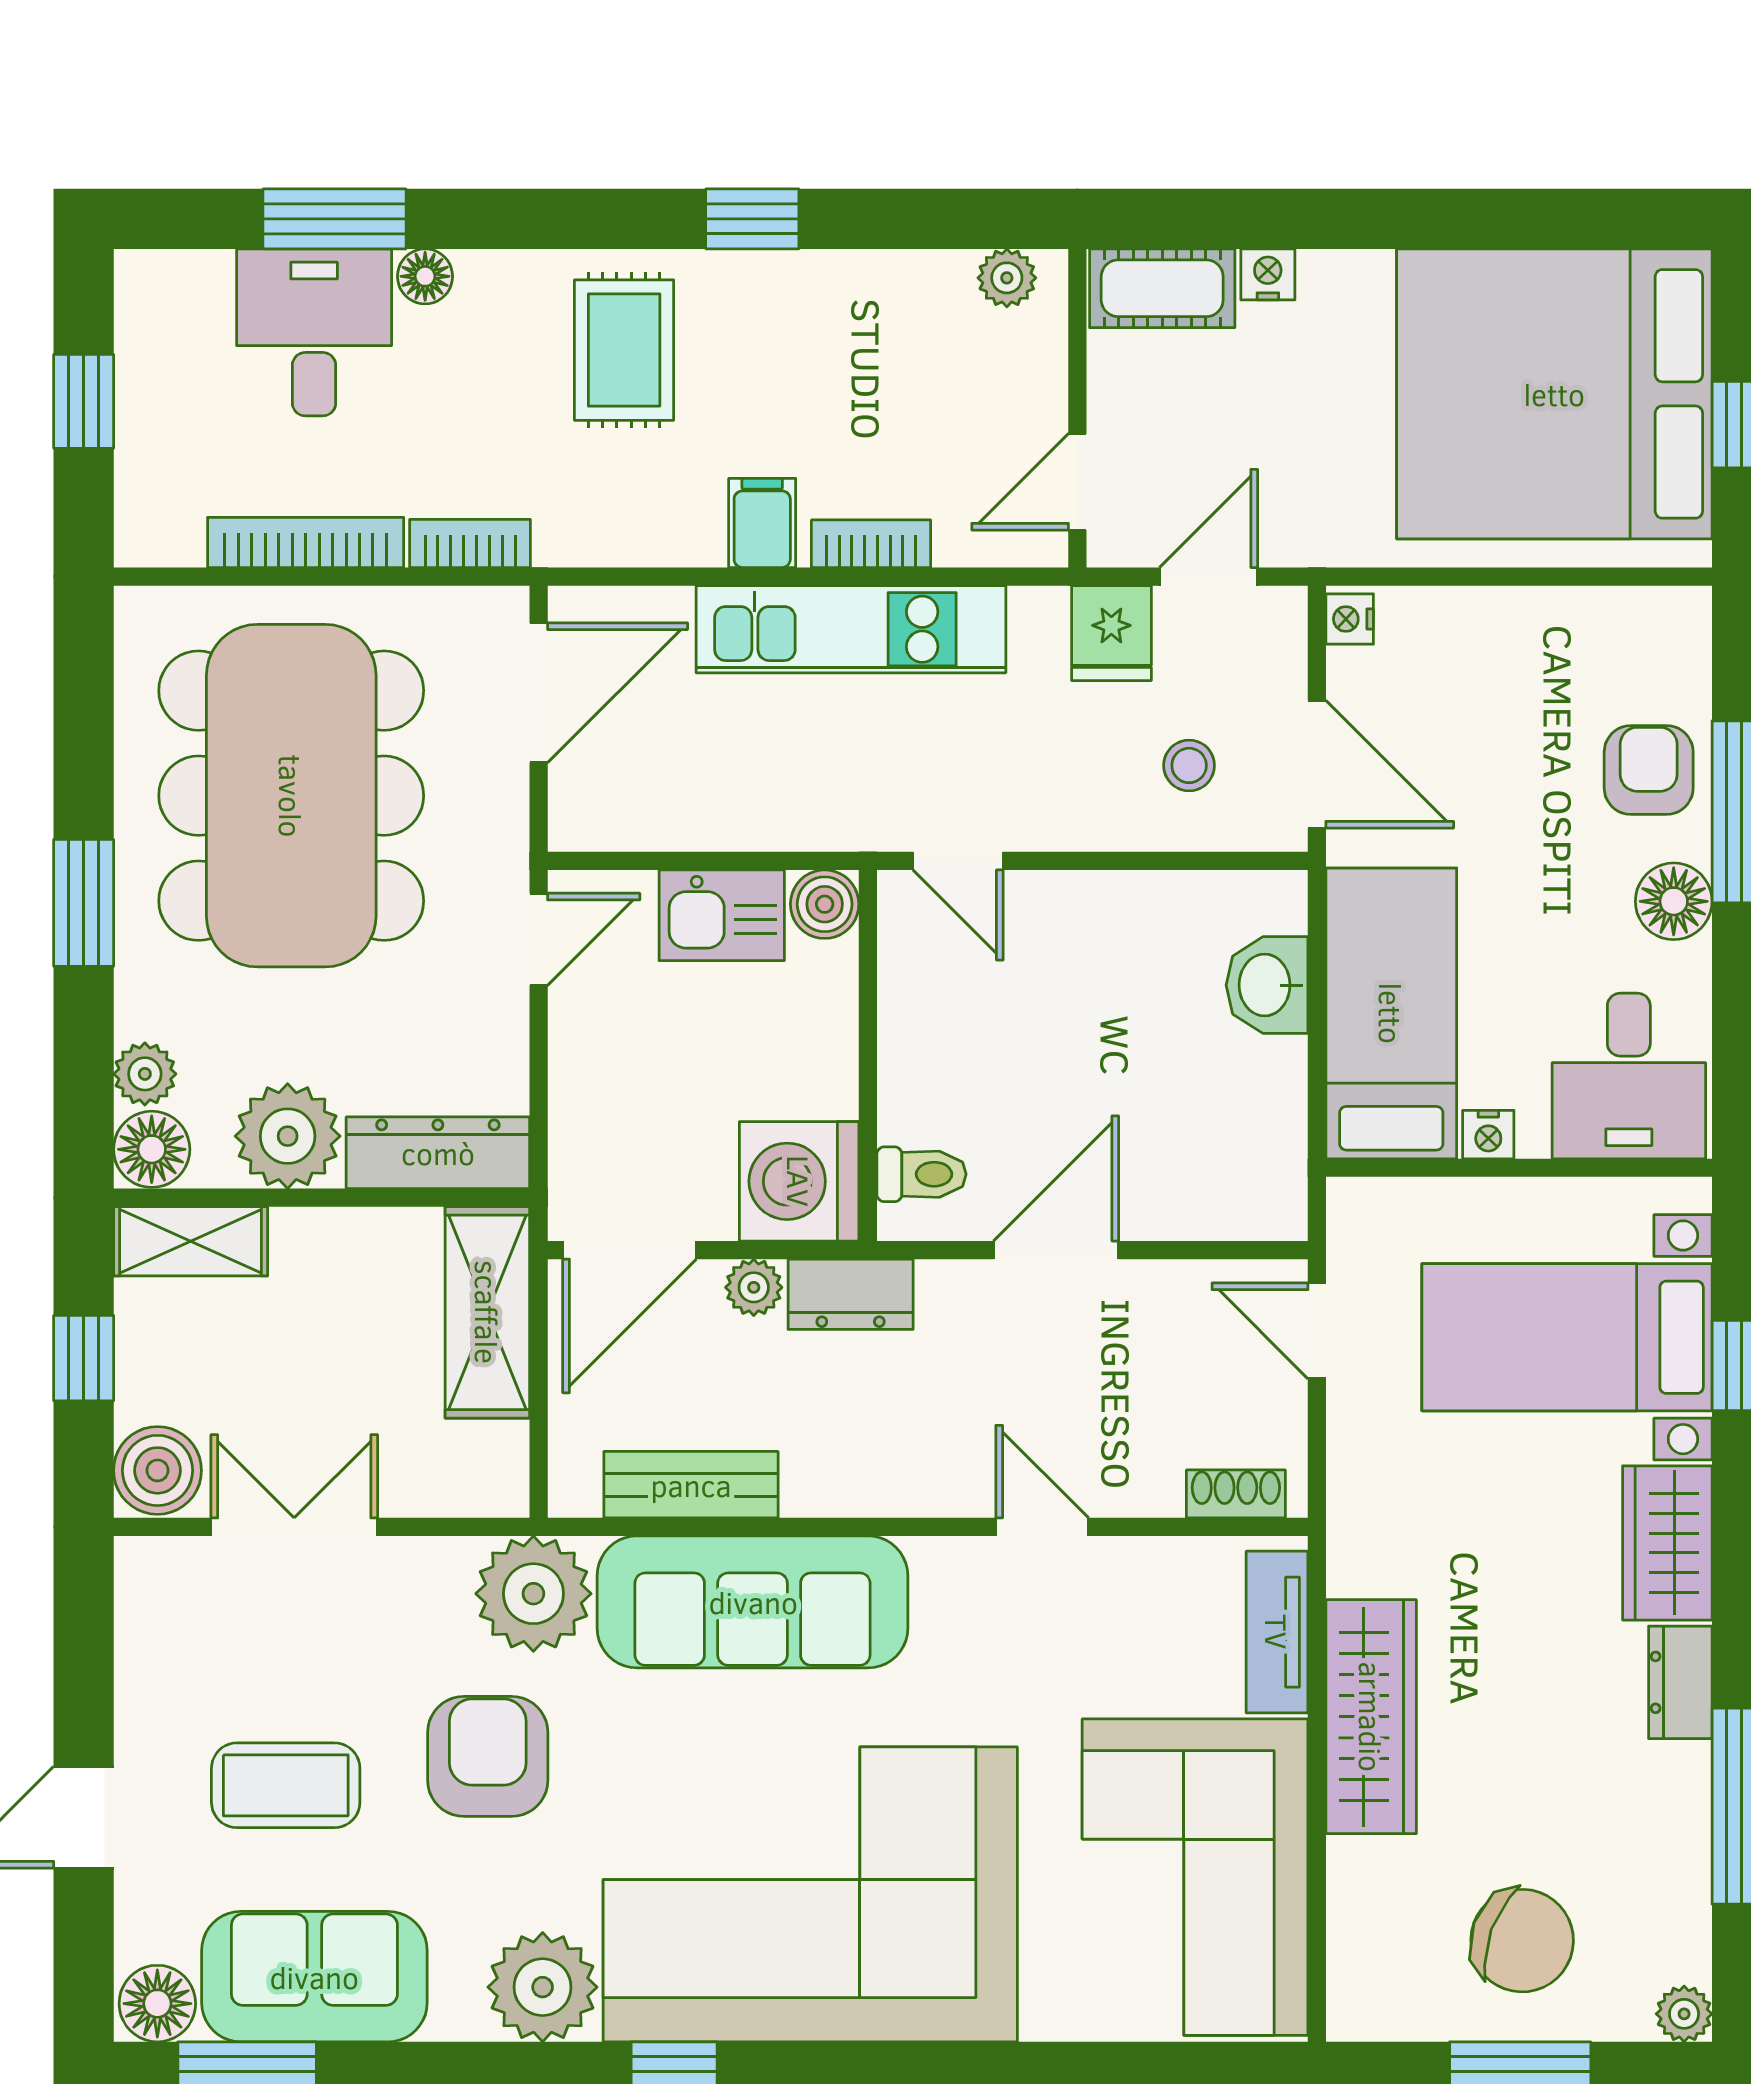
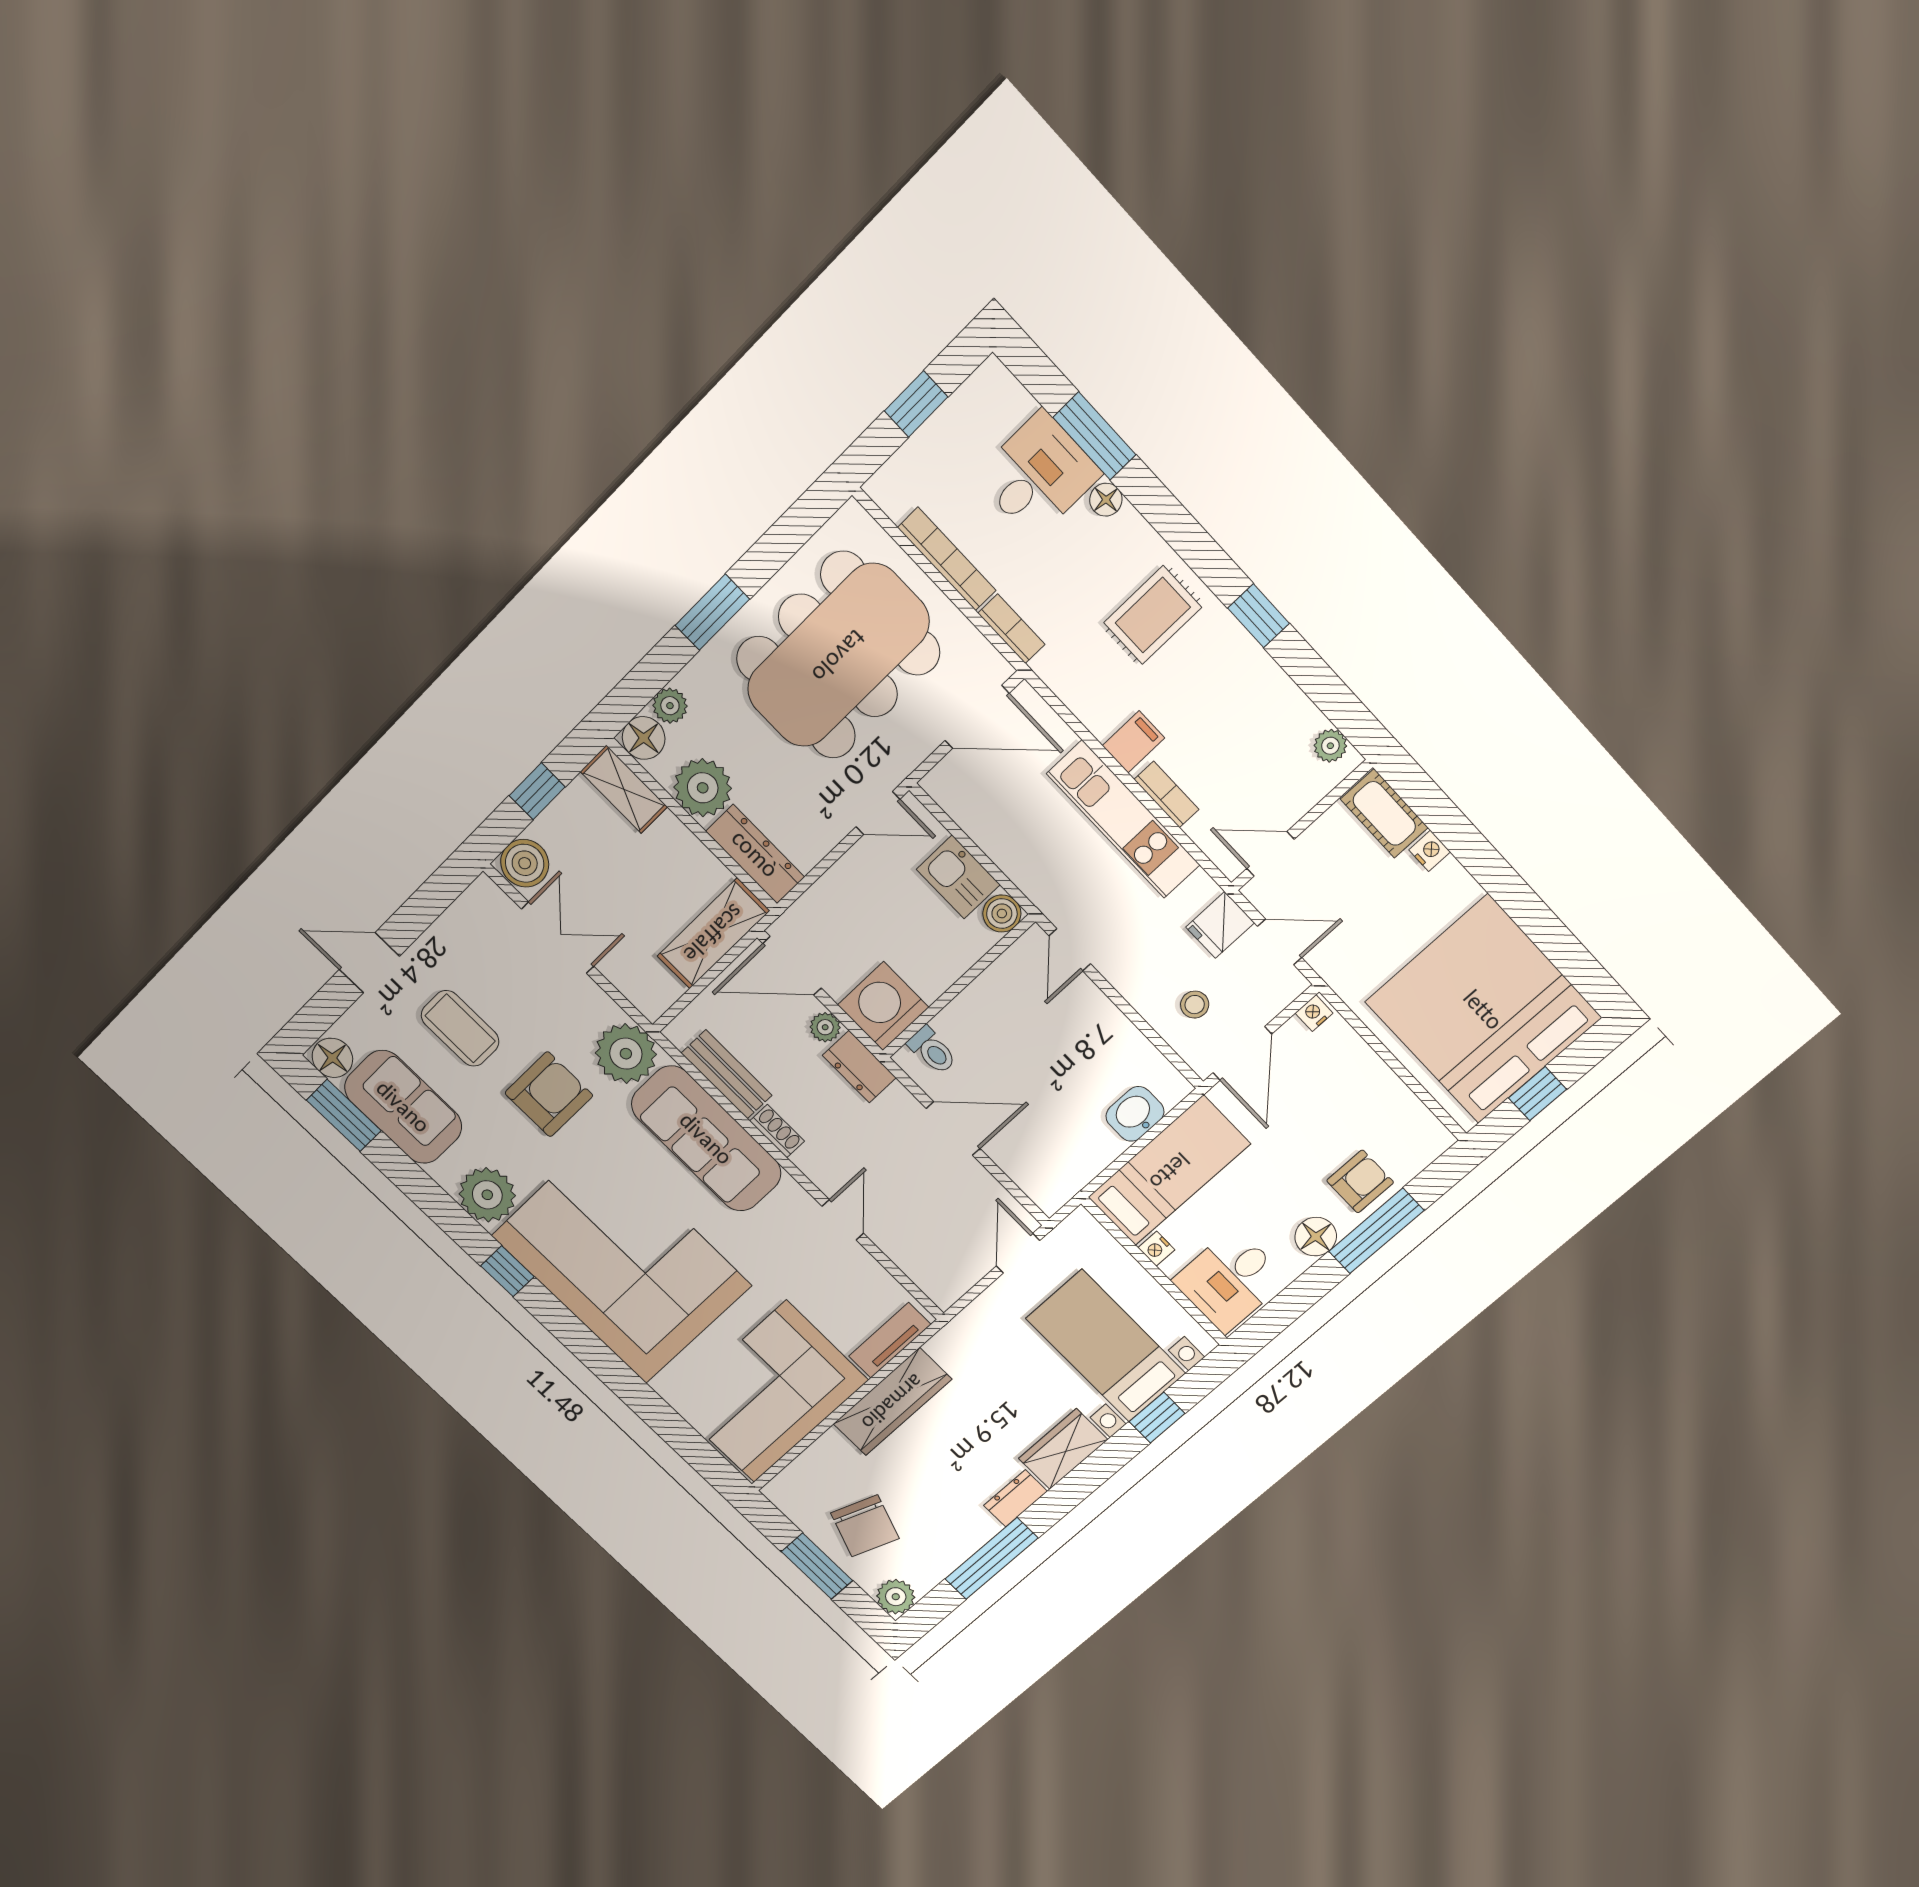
shoe rack: (1236, 1494) -> (777, 1131), moved
plant: (1684, 2014) -> (896, 1597), width x1.38, depth x1.38

